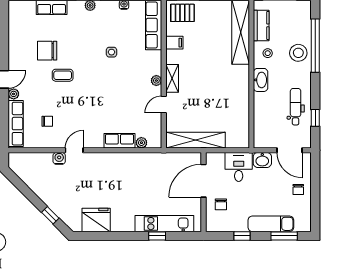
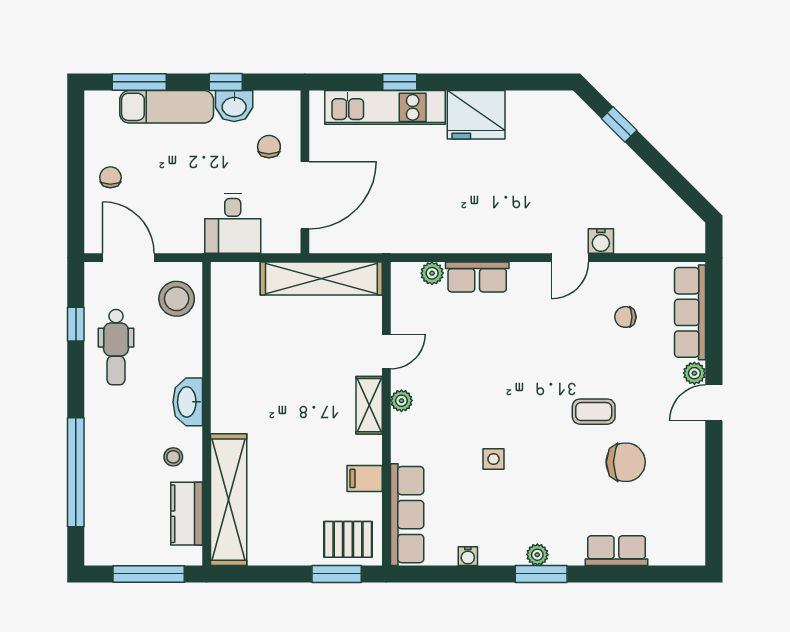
stool: (298, 53) -> (177, 299), moved
washbasin: (262, 160) -> (234, 106), moved, turned 180
fridge: (96, 220) -> (476, 115), moved

